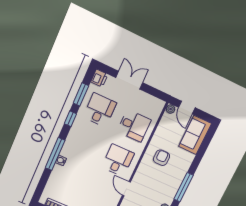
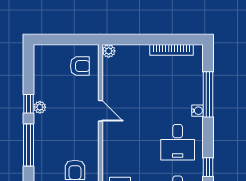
window: (55, 154) -> (208, 94), moved
desk: (118, 160) -> (178, 142), moved

